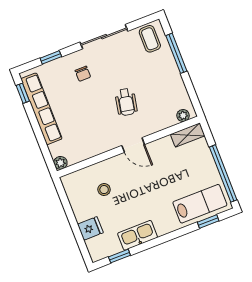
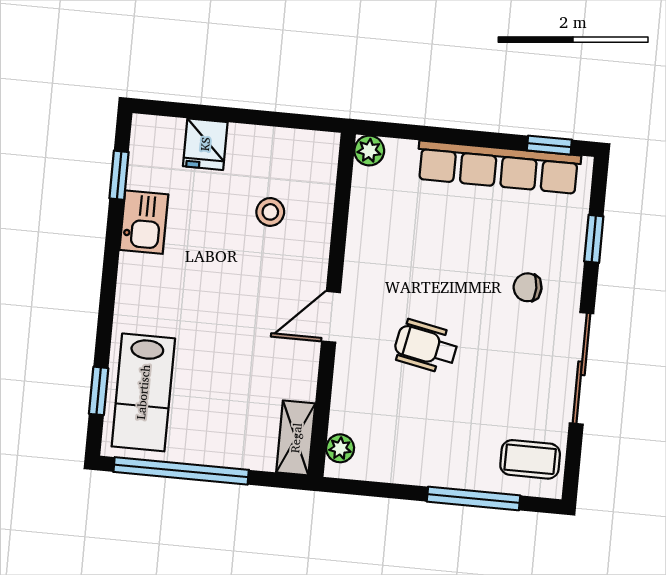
kitchen sink: (138, 235) -> (144, 222), width x0.73

